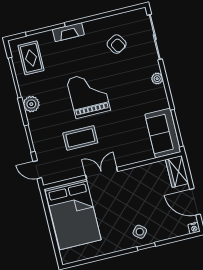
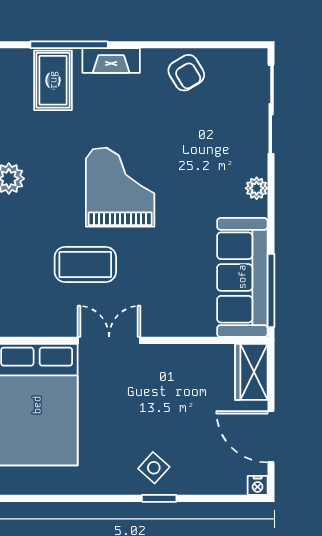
armchair: (117, 44) -> (186, 73), moved
rug: (31, 58) -> (53, 80), moved
sofa: (163, 133) -> (242, 277), width x1.36

